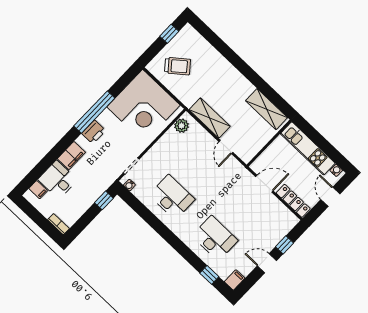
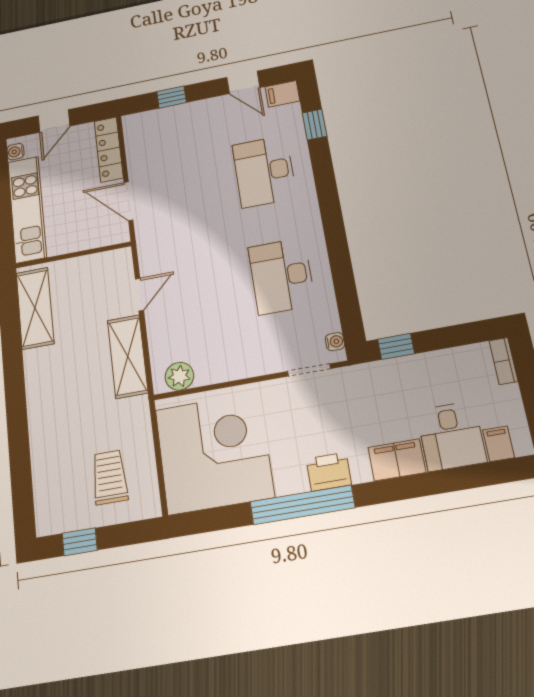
trolley: (177, 66) -> (110, 477), turned 39
door: (267, 263) -> (243, 82), moved

